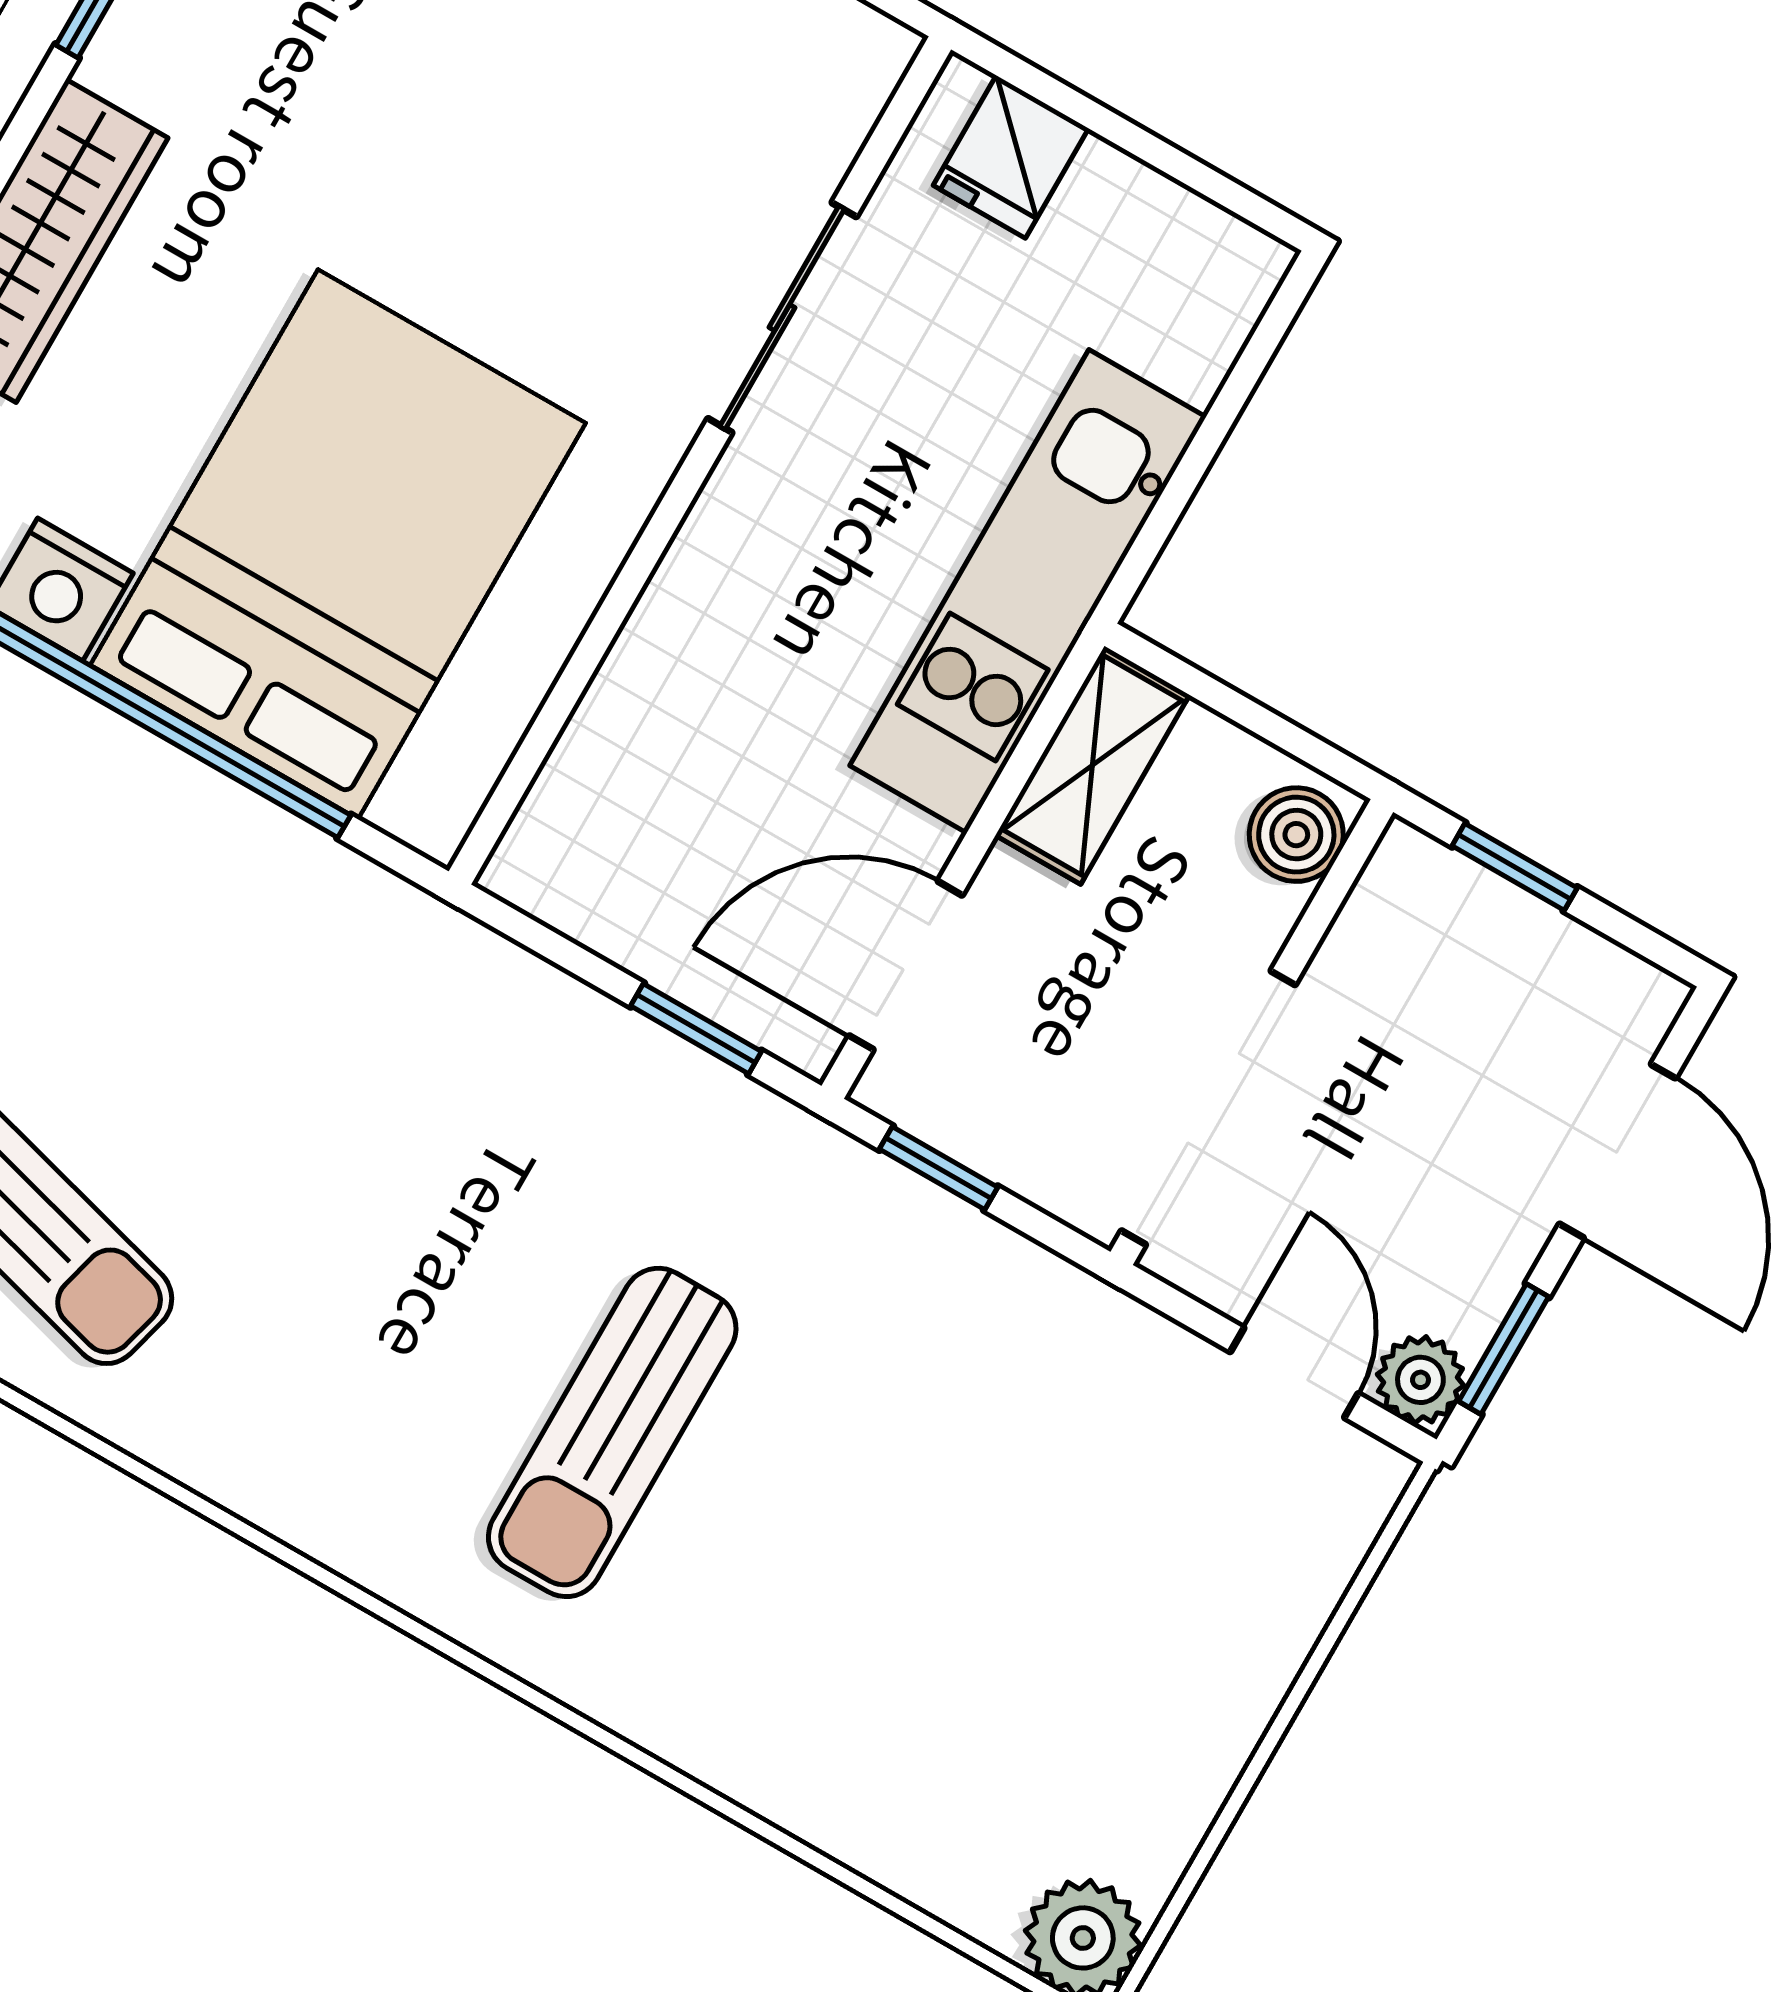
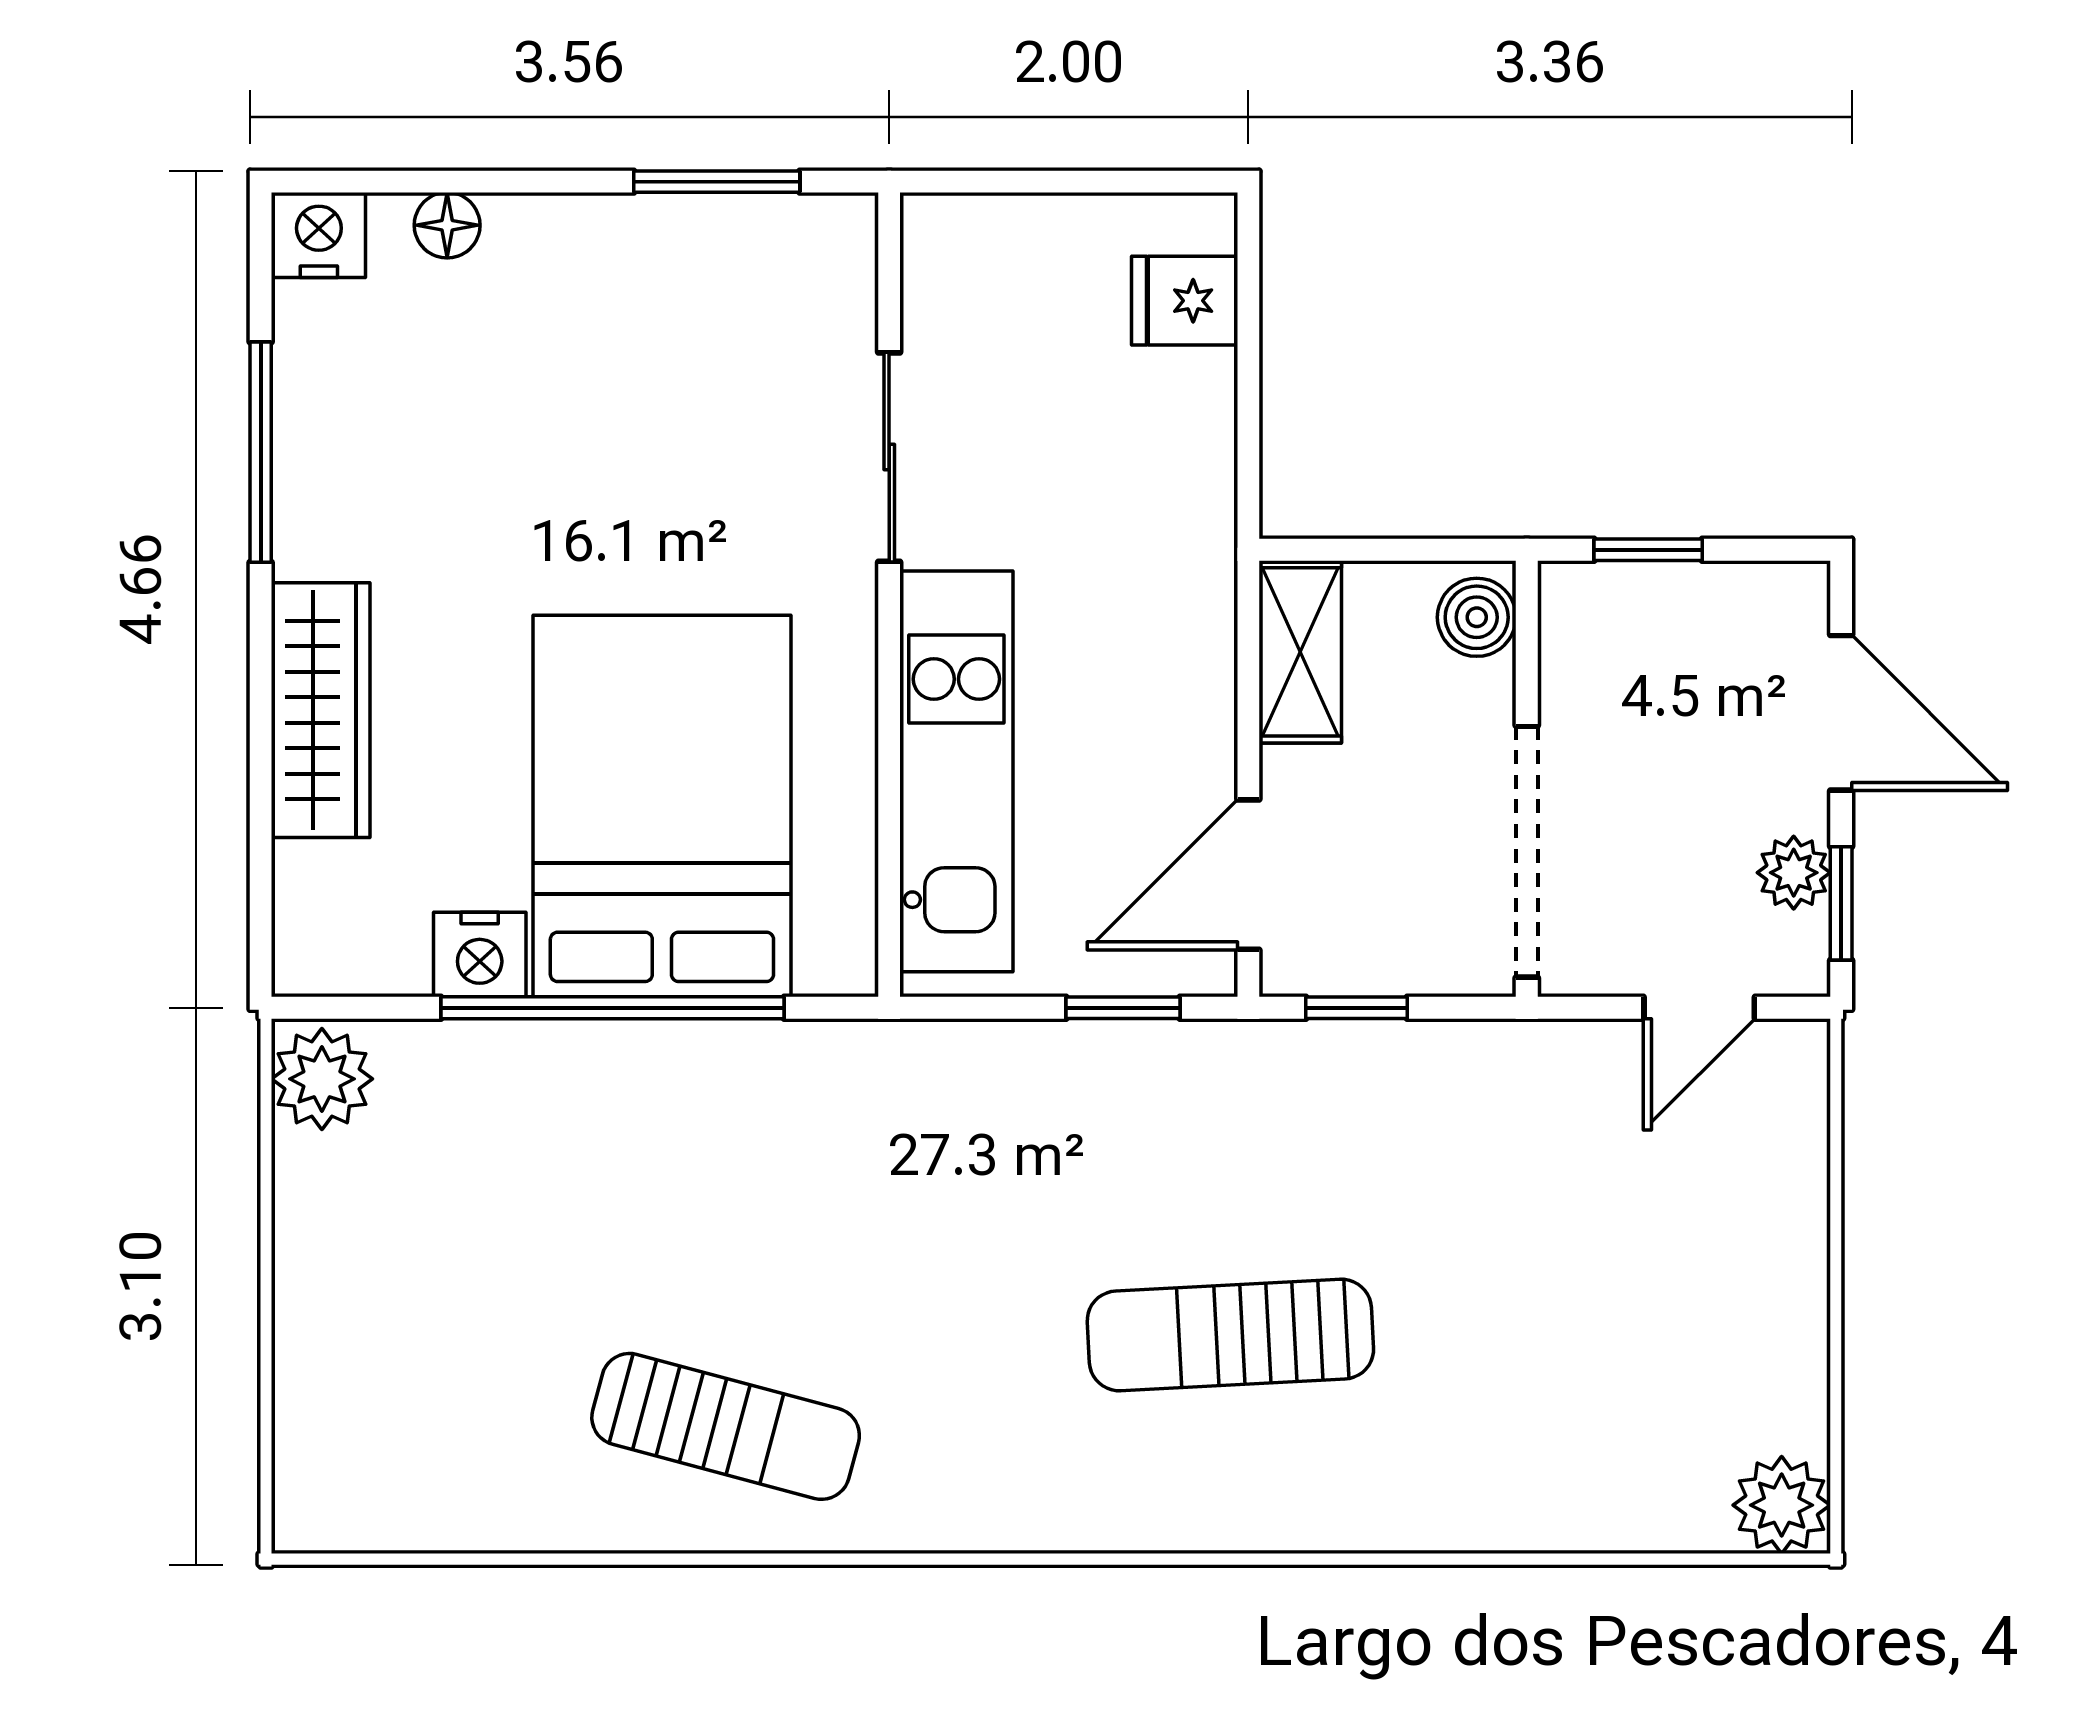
fridge: (1011, 157) -> (1185, 301), moved, turned 90
kitchen unit: (1028, 591) -> (956, 771), moved, turned 180
door: (1294, 1373) -> (1699, 1008), swing flipped
plant: (1420, 1380) -> (1794, 873), moved
sun lounger: (612, 1432) -> (1230, 1335), turned 87

